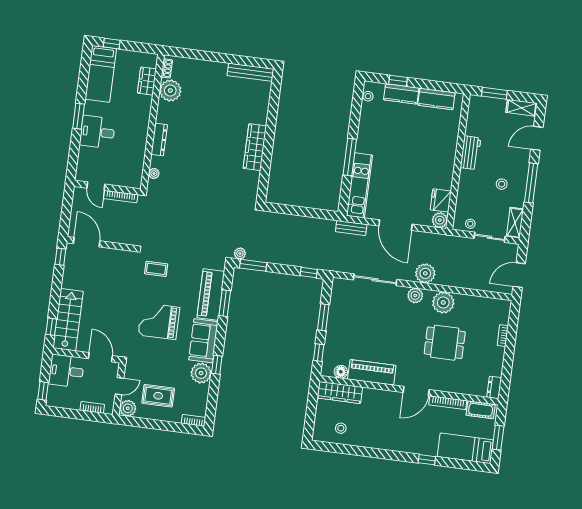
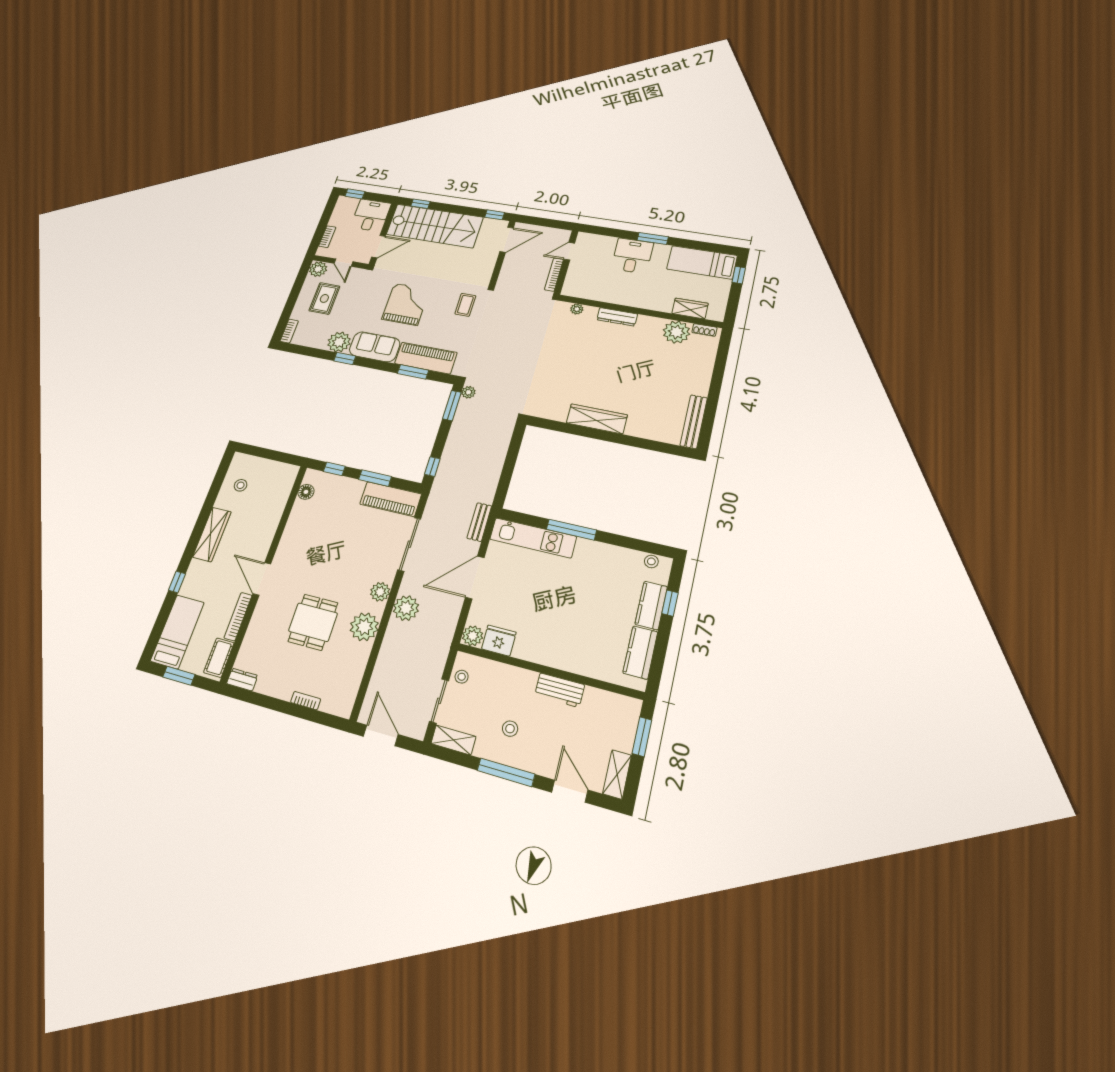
stairs: (68, 320) -> (435, 226), width x1.36, depth x1.51
piano: (372, 372) -> (391, 499), moved, turned 90
wardrobe: (340, 392) -> (212, 534), moved, turned 180

